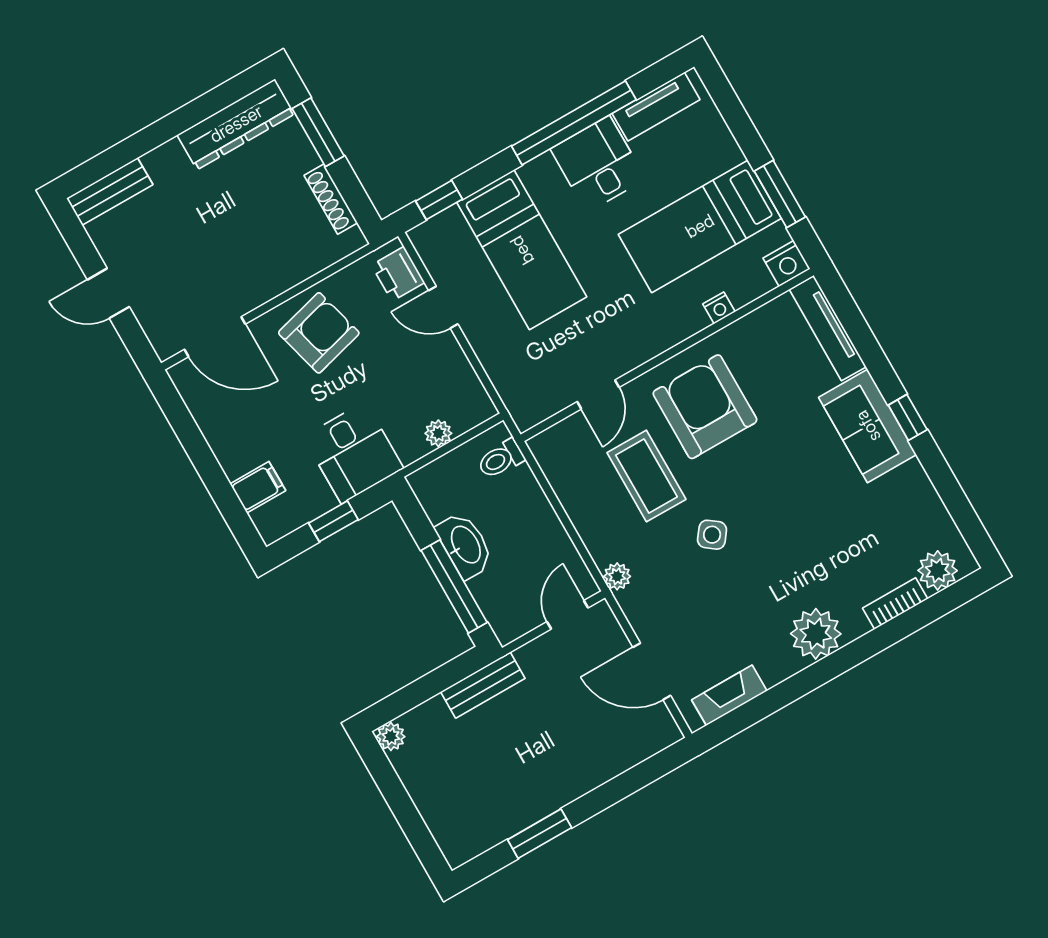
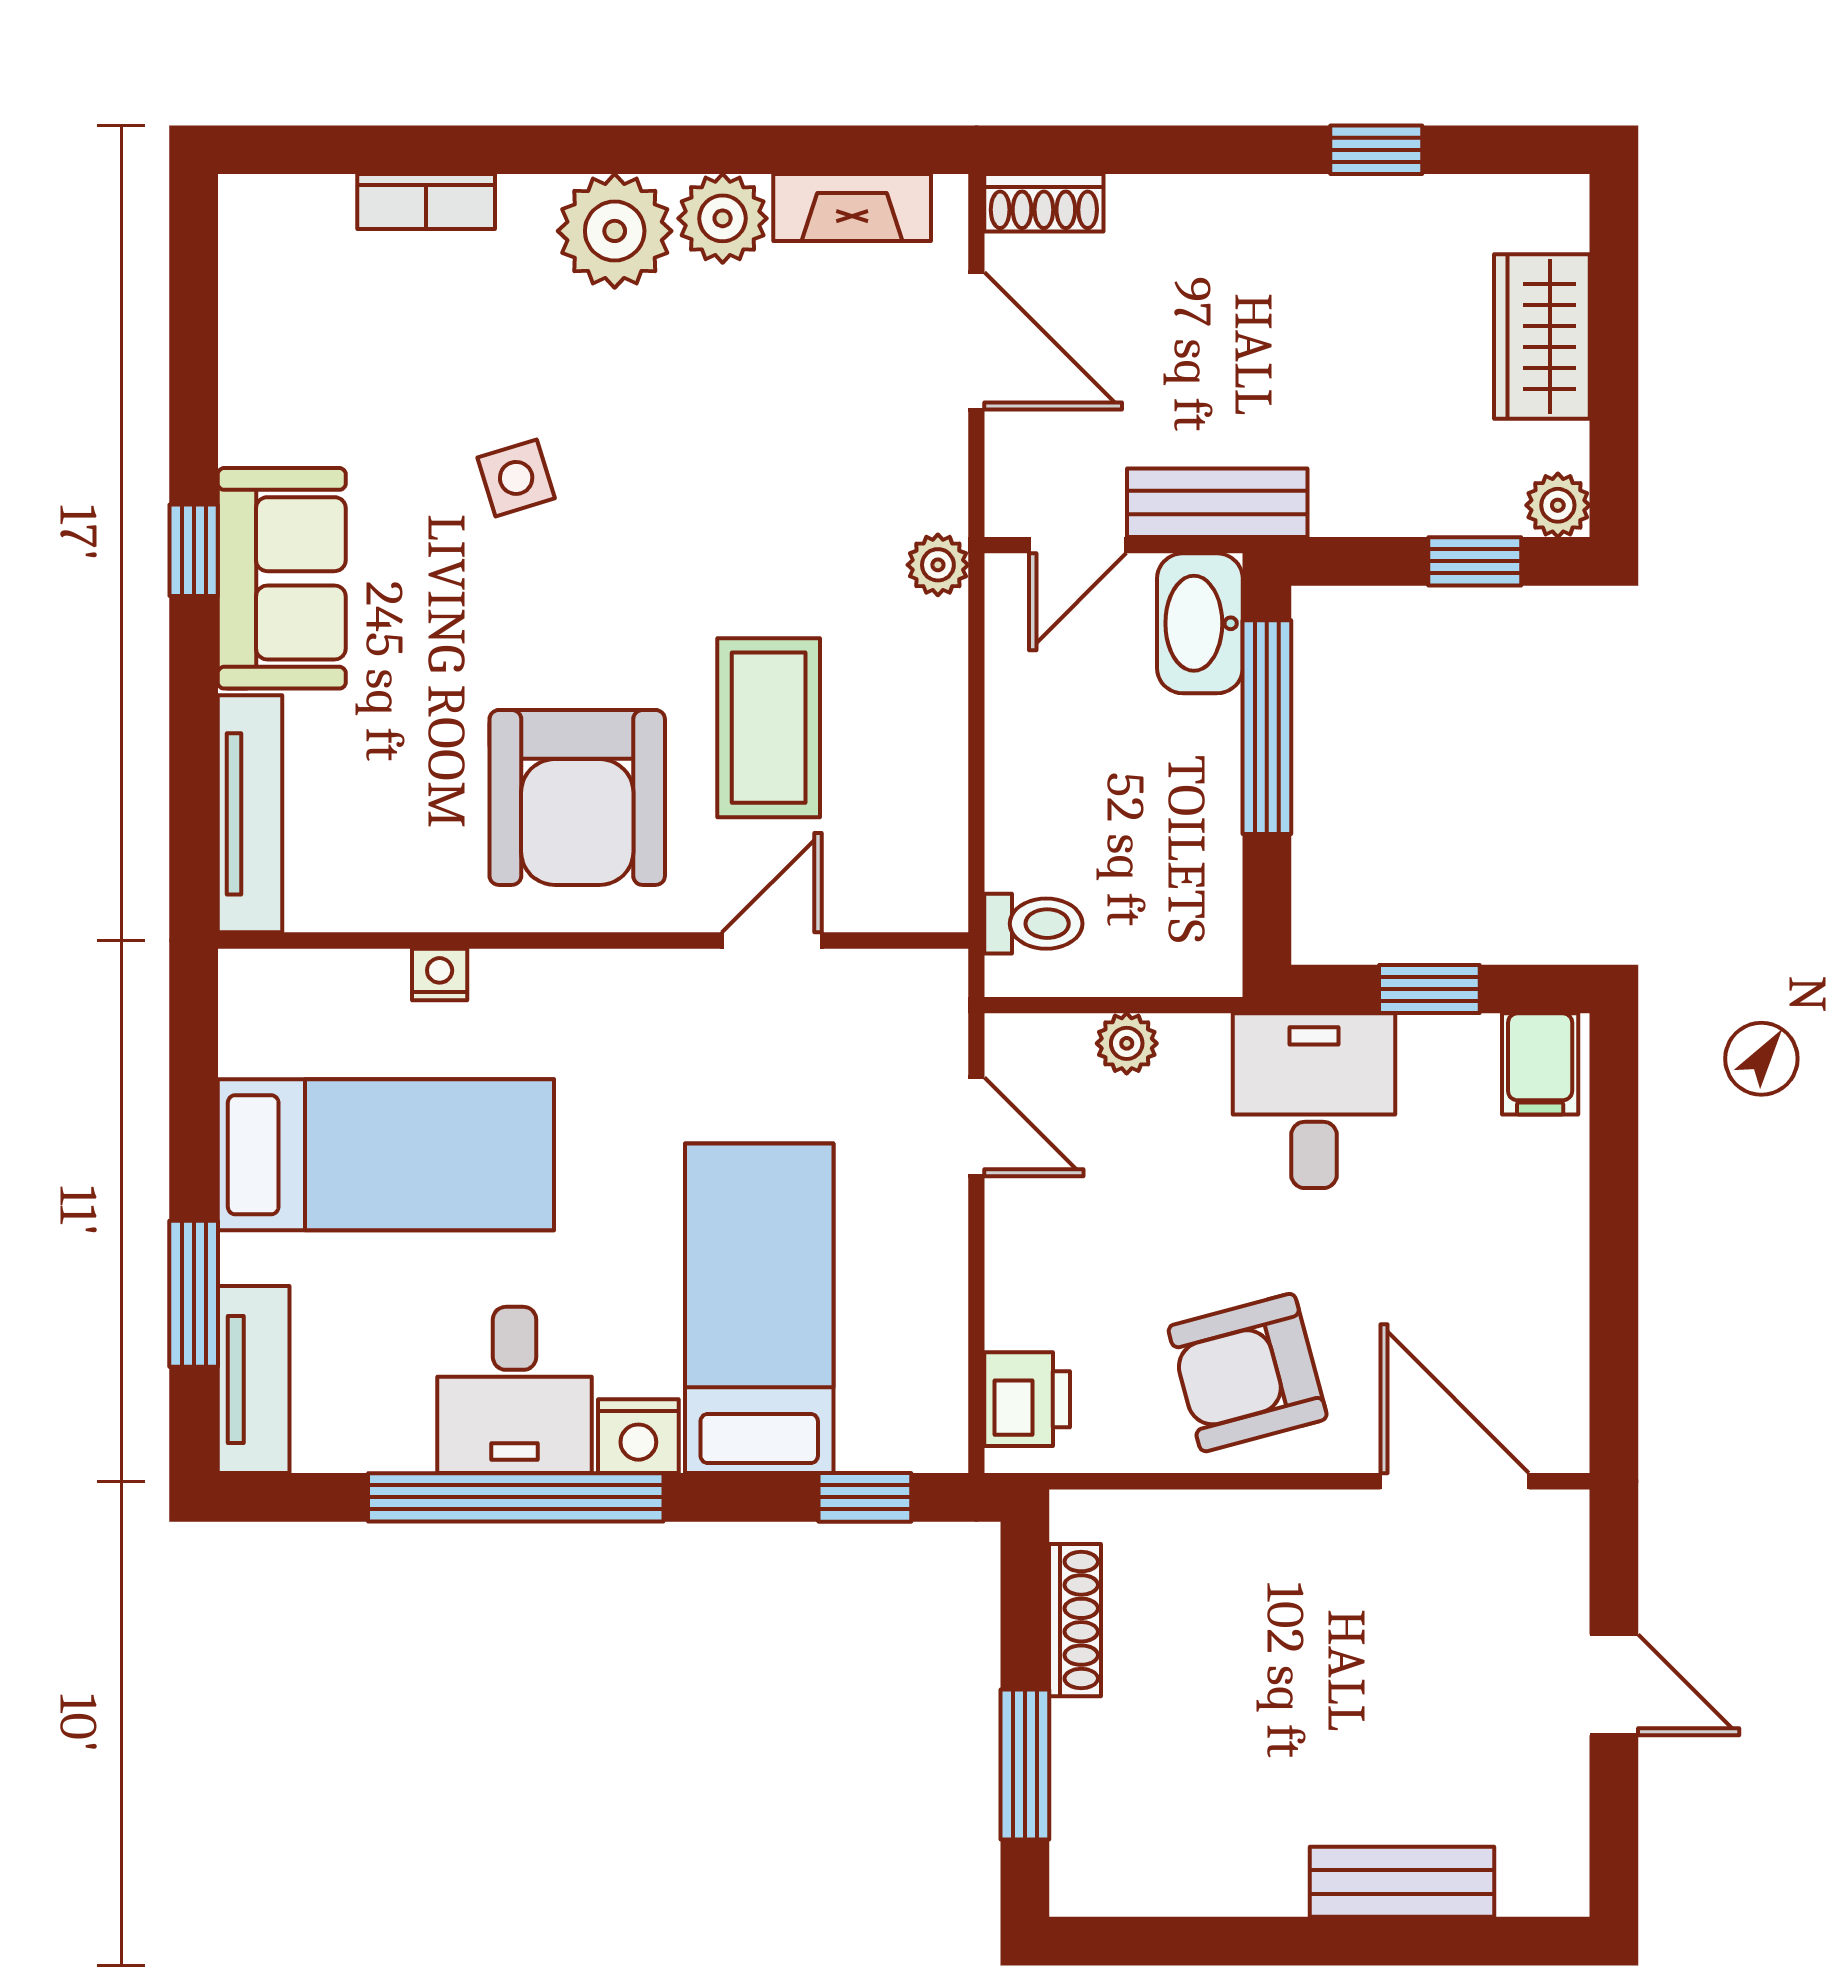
tv unit: (656, 107) -> (254, 1380), moved, turned 90
dresser: (236, 124) -> (1176, 1872), removed
bench: (110, 192) -> (1402, 1882), moved
window: (780, 194) -> (194, 1294), moved
nightstand: (787, 263) -> (638, 1436), moved, turned 180
door: (443, 307) -> (976, 1127), moved
filing cabinet: (258, 487) -> (1540, 1064), moved, turned -90
side table: (712, 535) -> (516, 478), moved, turned 36
washbasin: (465, 545) -> (1200, 623), moved
plant: (938, 570) -> (723, 218), moved
bench: (483, 685) -> (1217, 503), moved
window: (411, 696) -> (1475, 561), added
shoe rack: (656, 740) -> (1044, 203), added
wardrobe: (434, 798) -> (1542, 337), added
window: (540, 834) -> (1376, 150), width x0.67

